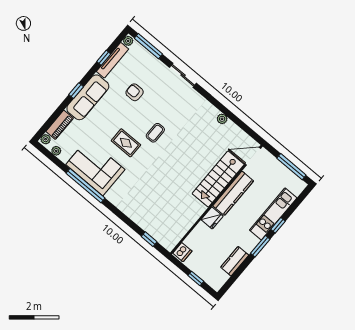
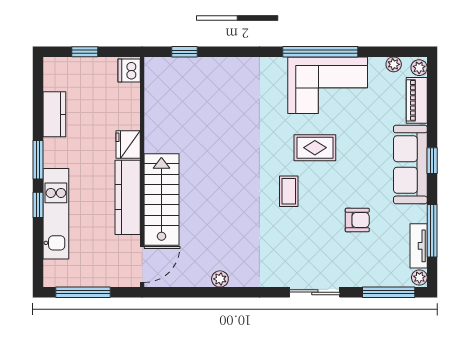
window: (104, 58) -> (432, 231), width x2.17
tv unit: (112, 60) -> (419, 246), width x0.71

